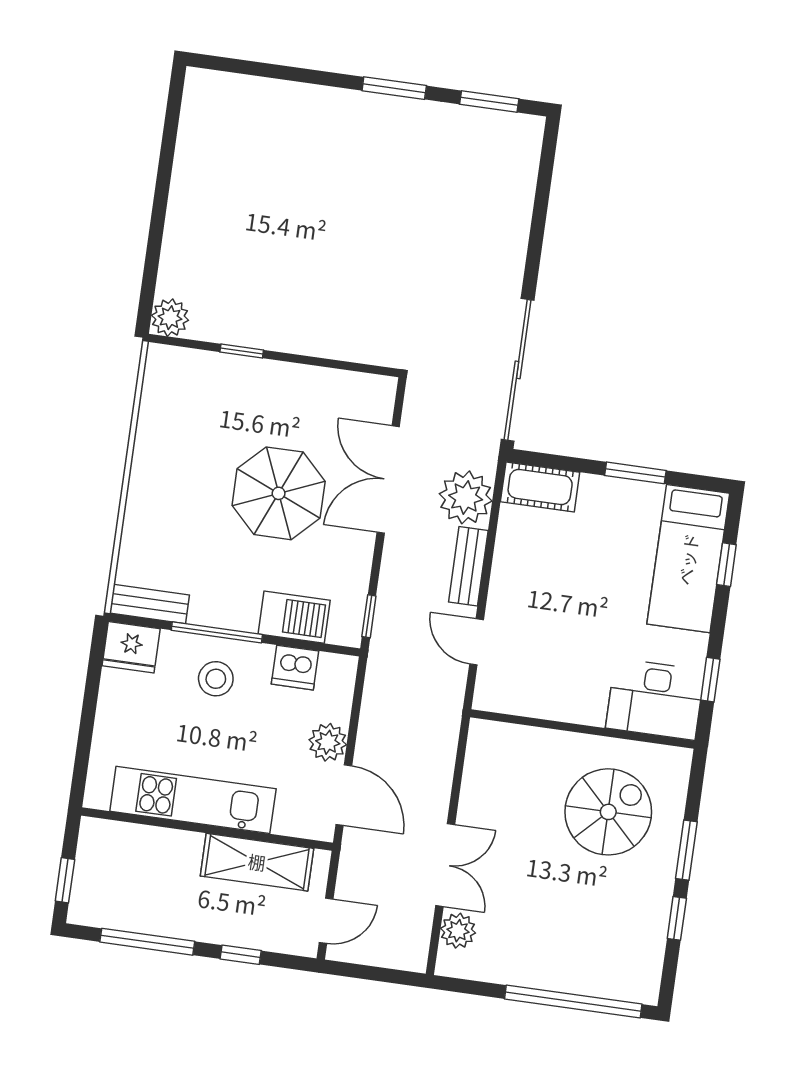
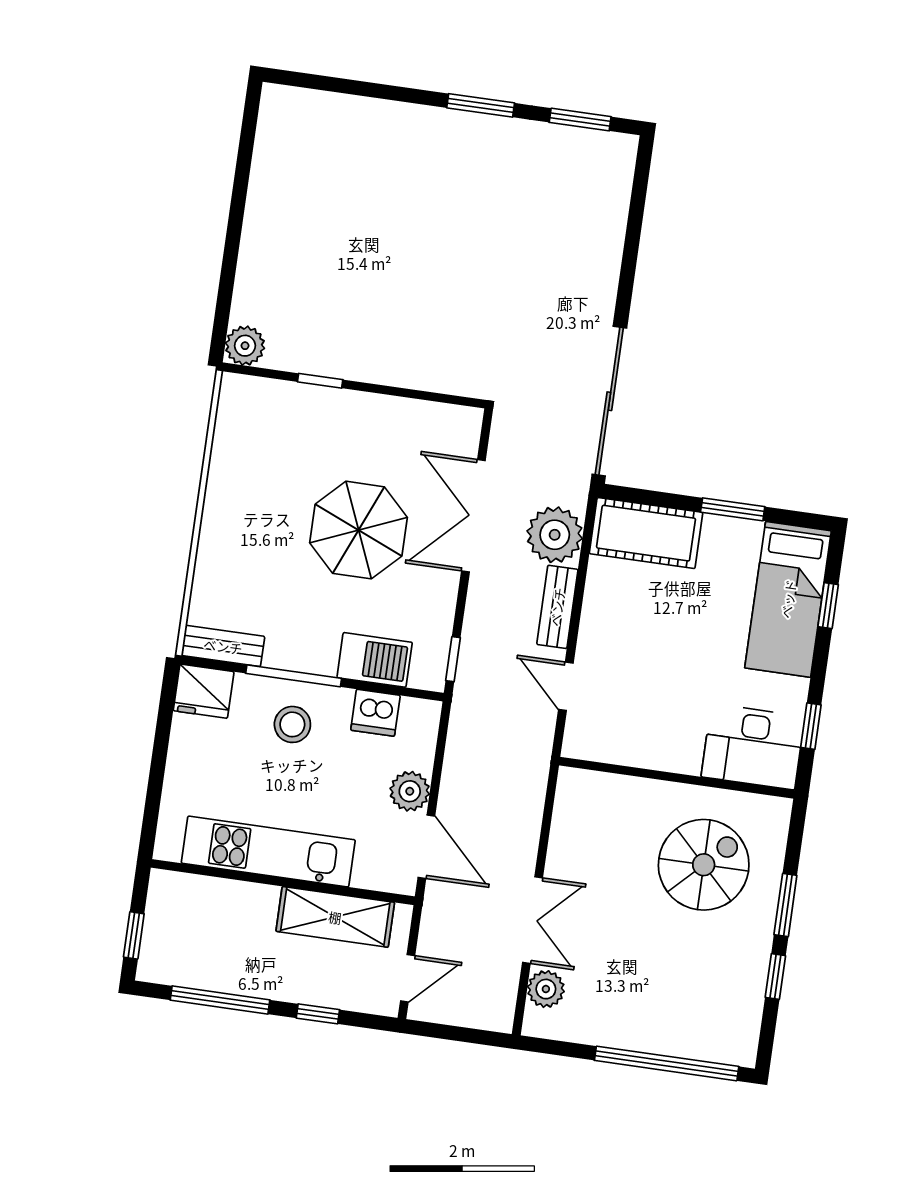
cot: (540, 487) -> (646, 533), width x1.37, depth x1.34

